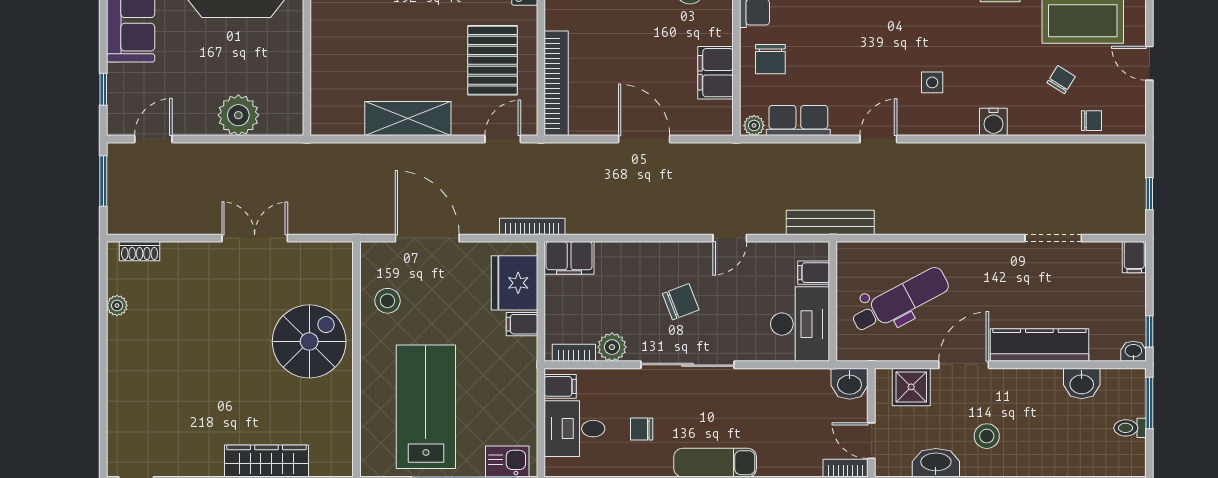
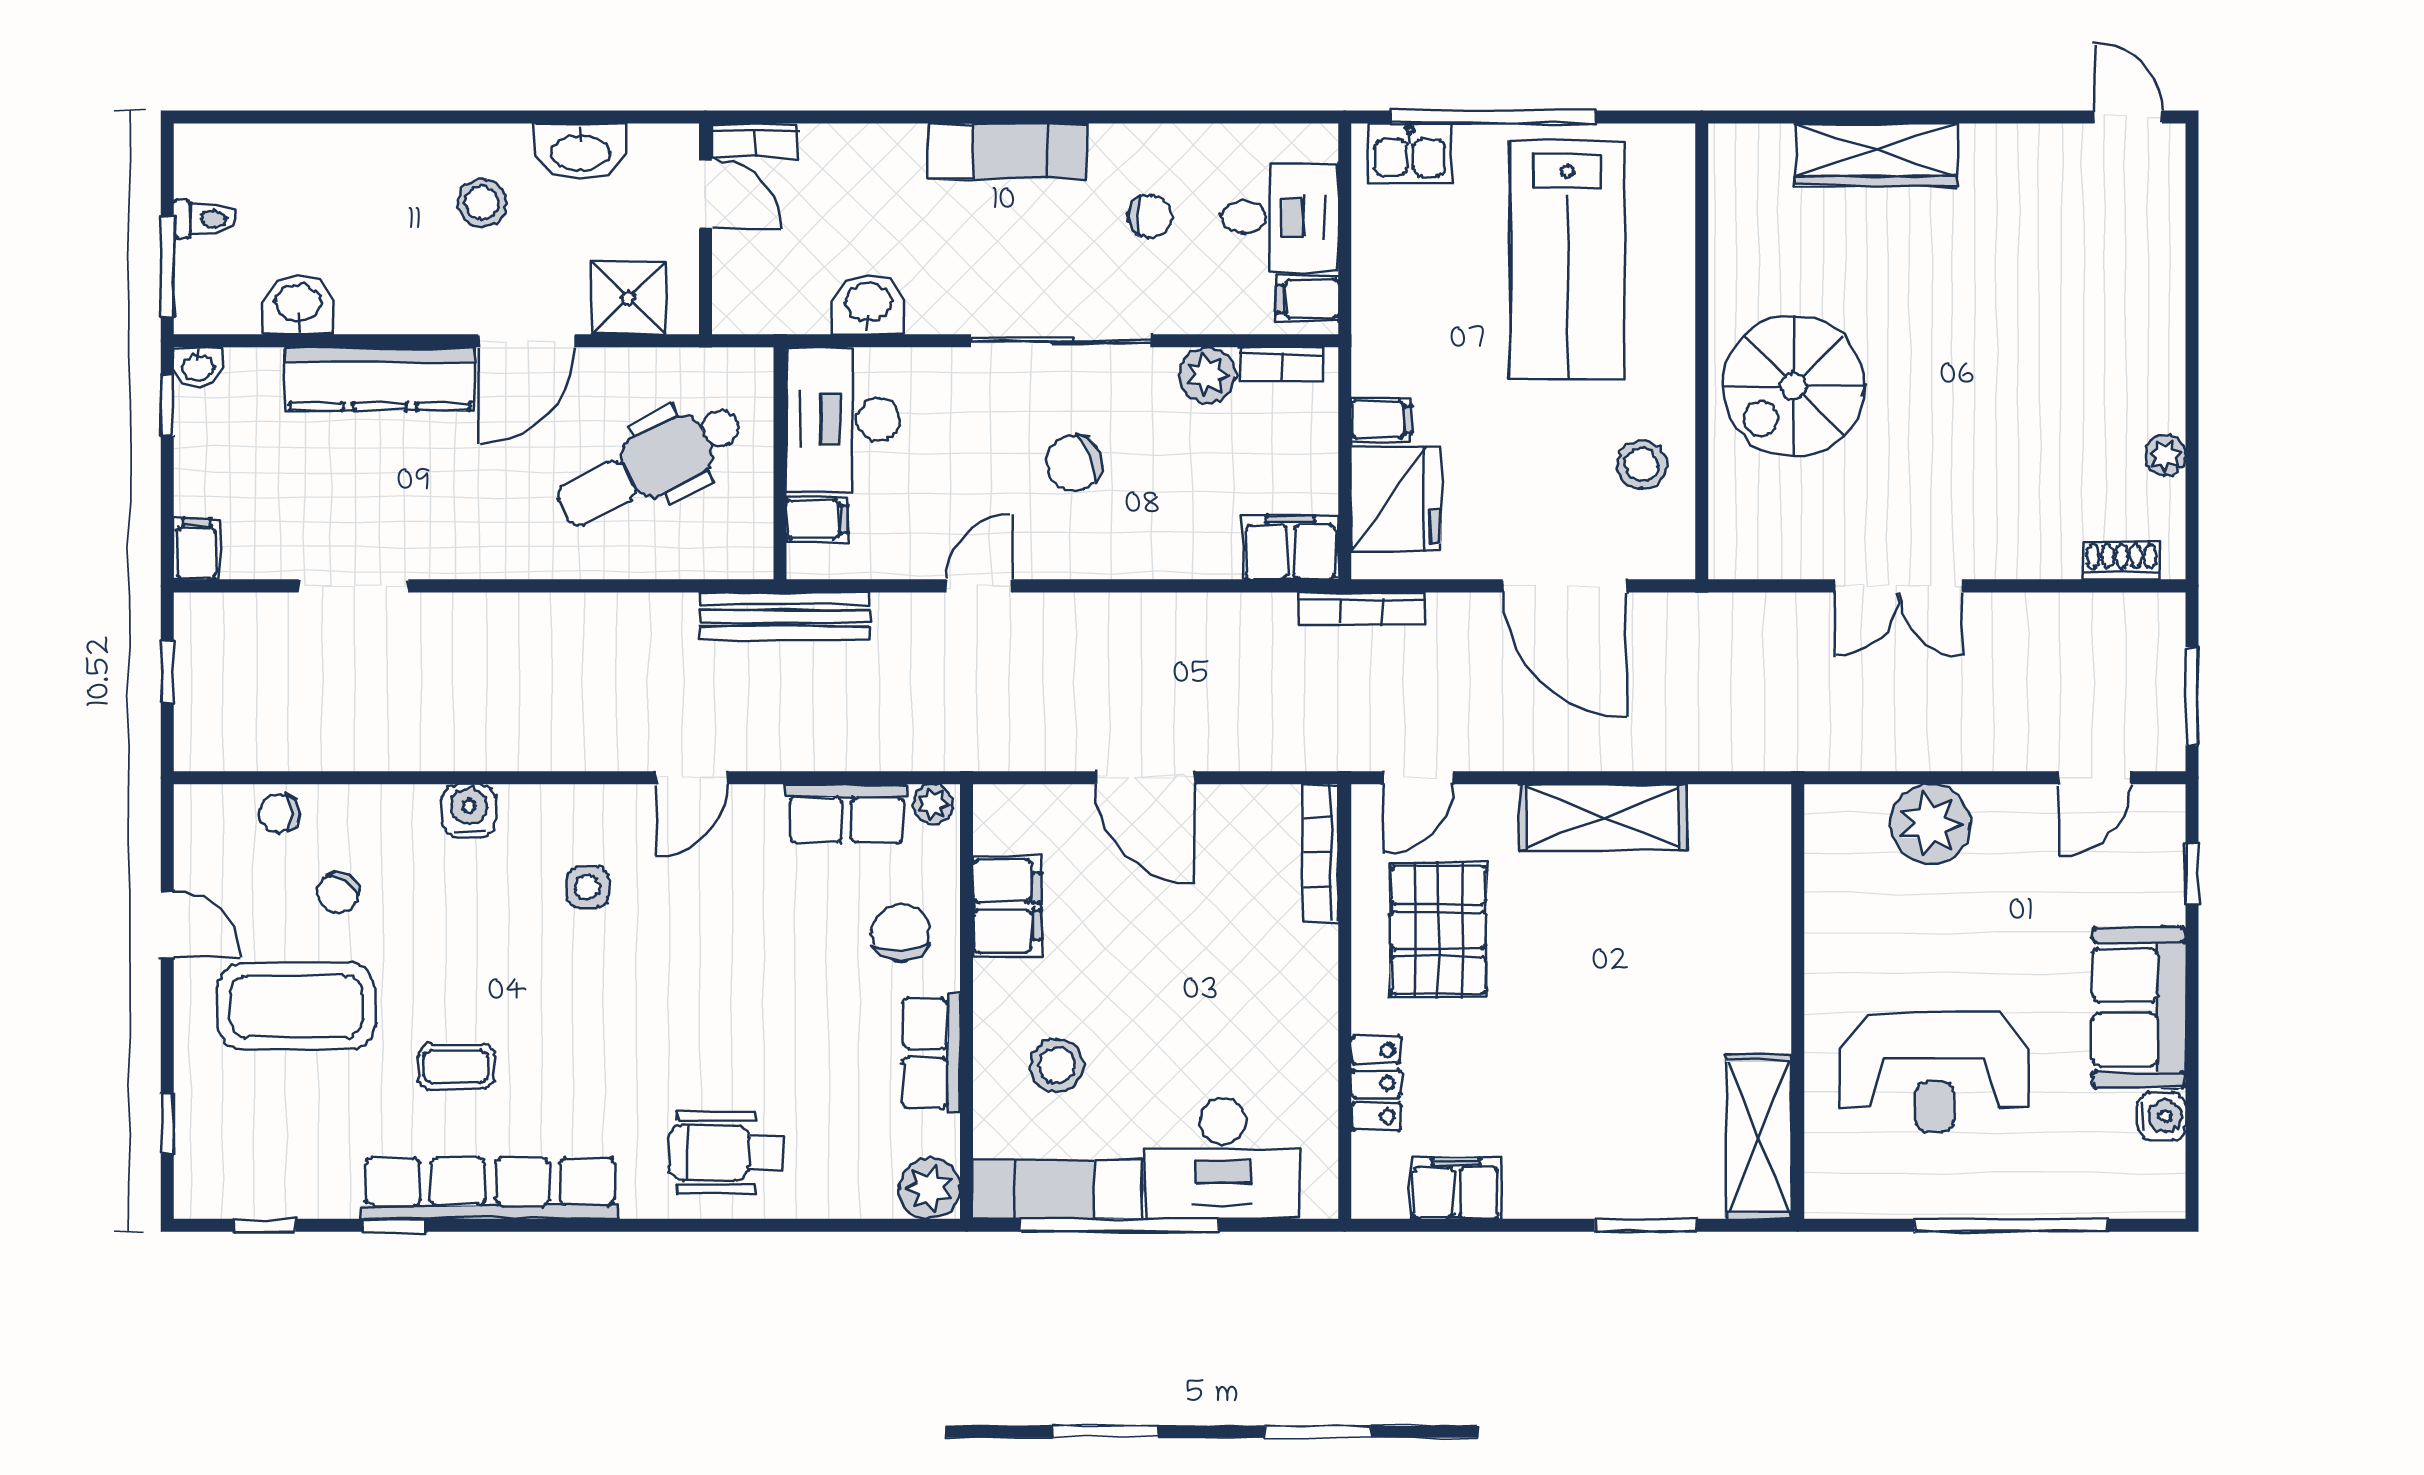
bookcase: (556, 83) -> (1321, 853), width x0.68, depth x0.76
washbasin: (850, 384) -> (868, 304), moved

